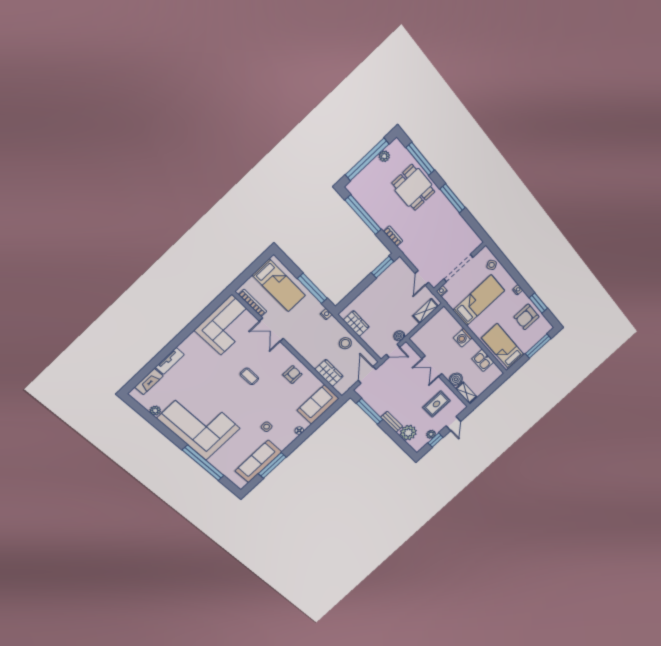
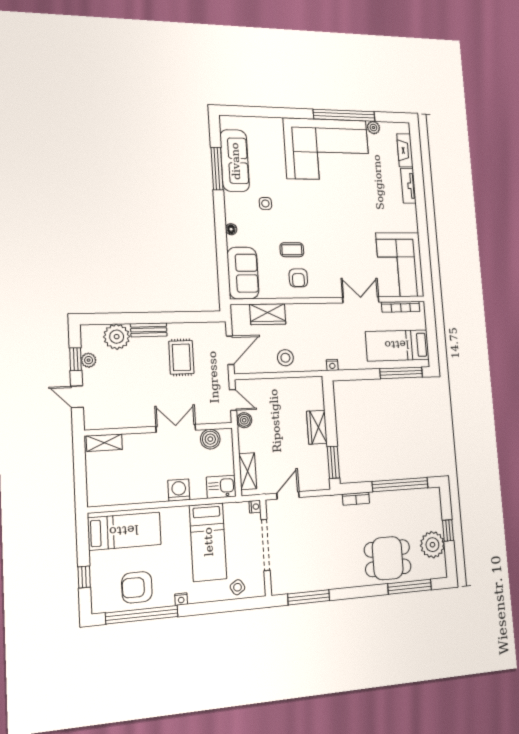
plant: (384, 156) -> (432, 545), width x1.88, depth x1.88
window: (367, 159) -> (448, 530), width x0.32
window: (453, 198) -> (309, 597), moved
door: (422, 278) -> (288, 495), hinge flipped
window: (312, 288) -> (401, 373), moved
window: (538, 303) -> (142, 615), width x2.11
armchair: (527, 317) -> (137, 587), turned -90
wardrobe: (356, 324) -> (317, 427), moved, turned 90
window: (538, 346) -> (84, 577), width x0.46
door: (393, 351) -> (233, 400), swing flipped
kitchen sink: (483, 360) -> (221, 487), moved
door: (367, 375) -> (230, 350), hinge flipped
coffee table: (249, 376) -> (292, 250), moved
boiler: (456, 379) -> (210, 439), moved
rug: (436, 404) -> (181, 357), moved
window: (370, 411) -> (184, 317), removed
window: (203, 463) -> (344, 115), moved

